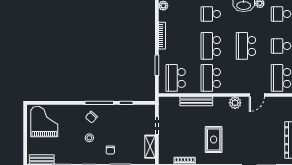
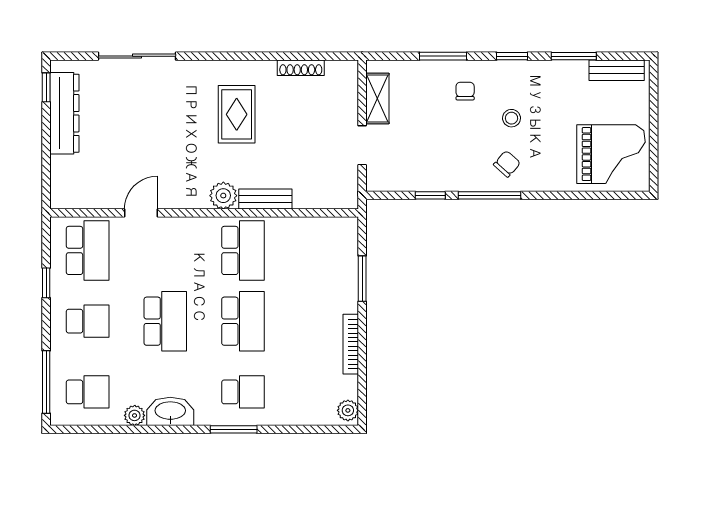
school desk: (176, 78) -> (321, 250), removed
bench: (196, 101) -> (265, 199), width x0.73
plant: (235, 103) -> (223, 196), moved
grand piano: (44, 122) -> (611, 154), turned -90

